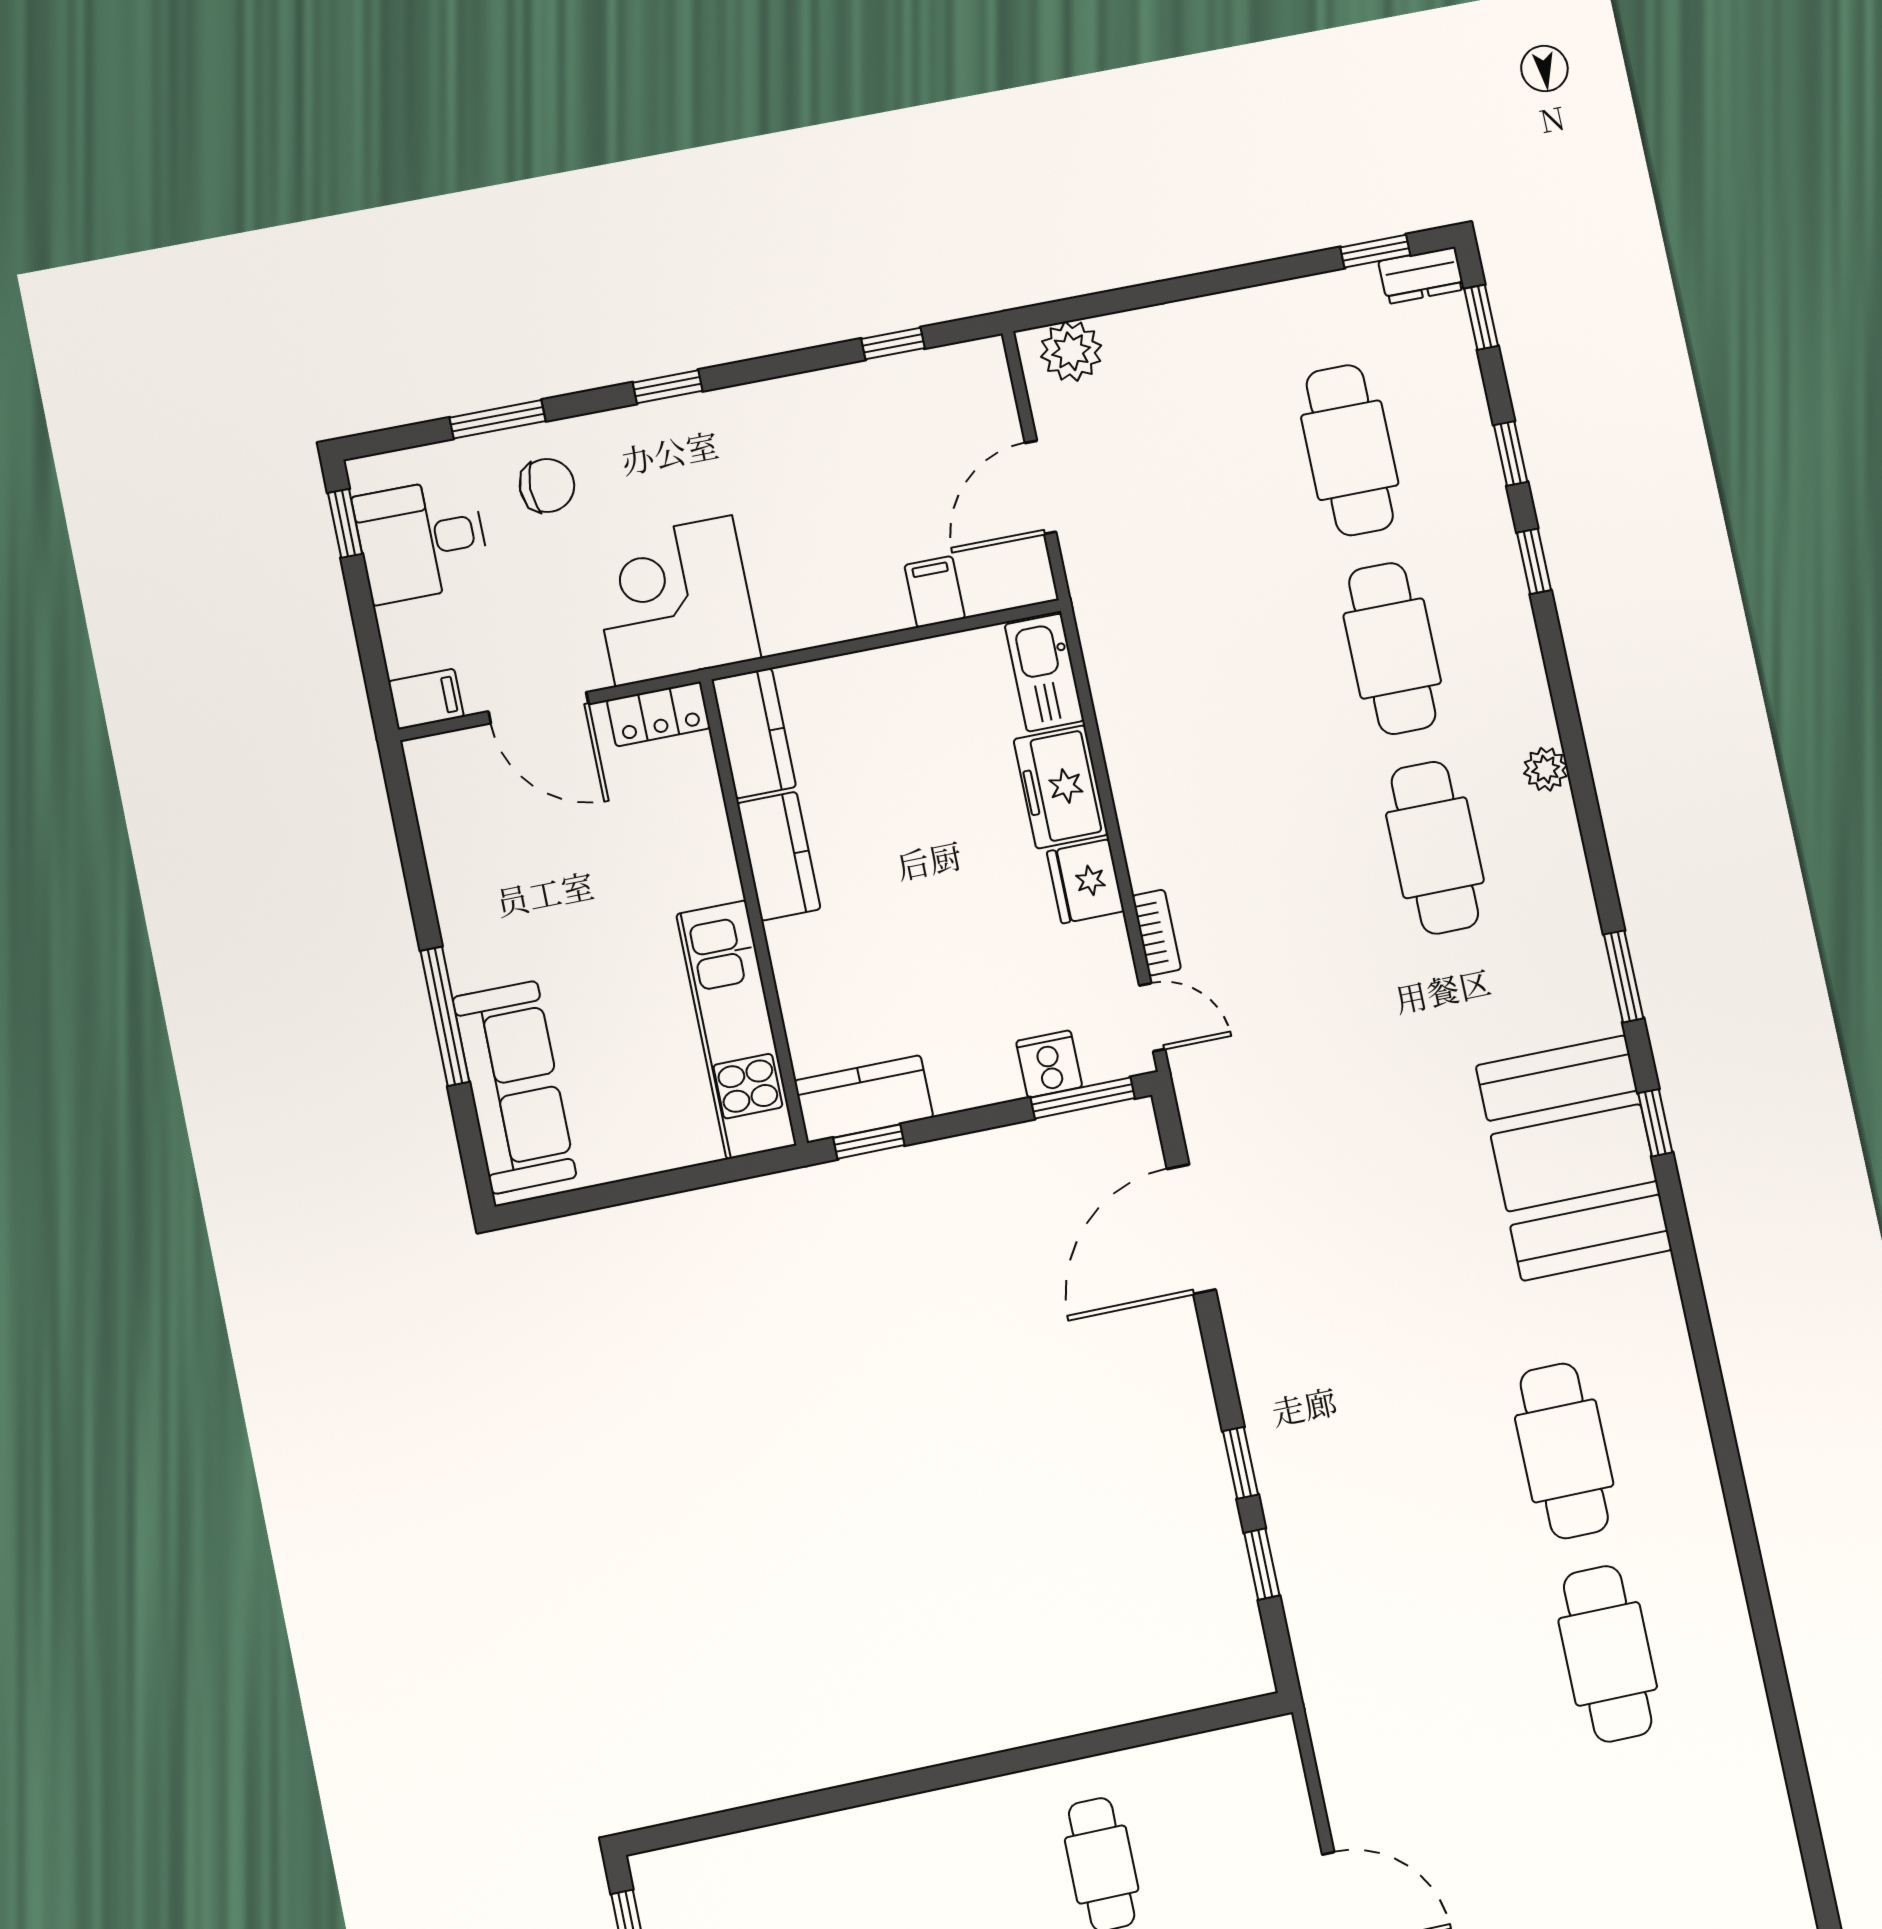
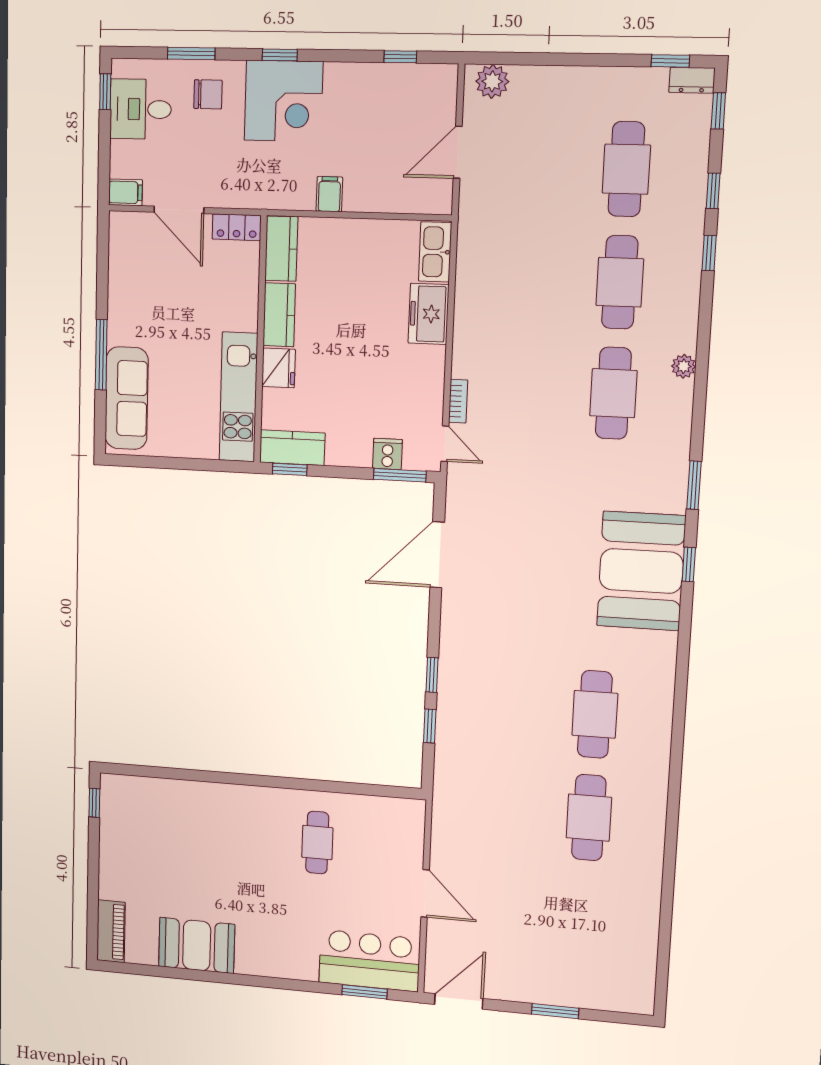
filing cabinet: (935, 592) -> (329, 194), moved
corner desk: (674, 601) -> (284, 101), moved, turned 180
fridge: (1085, 881) -> (279, 368), moved, turned 180

